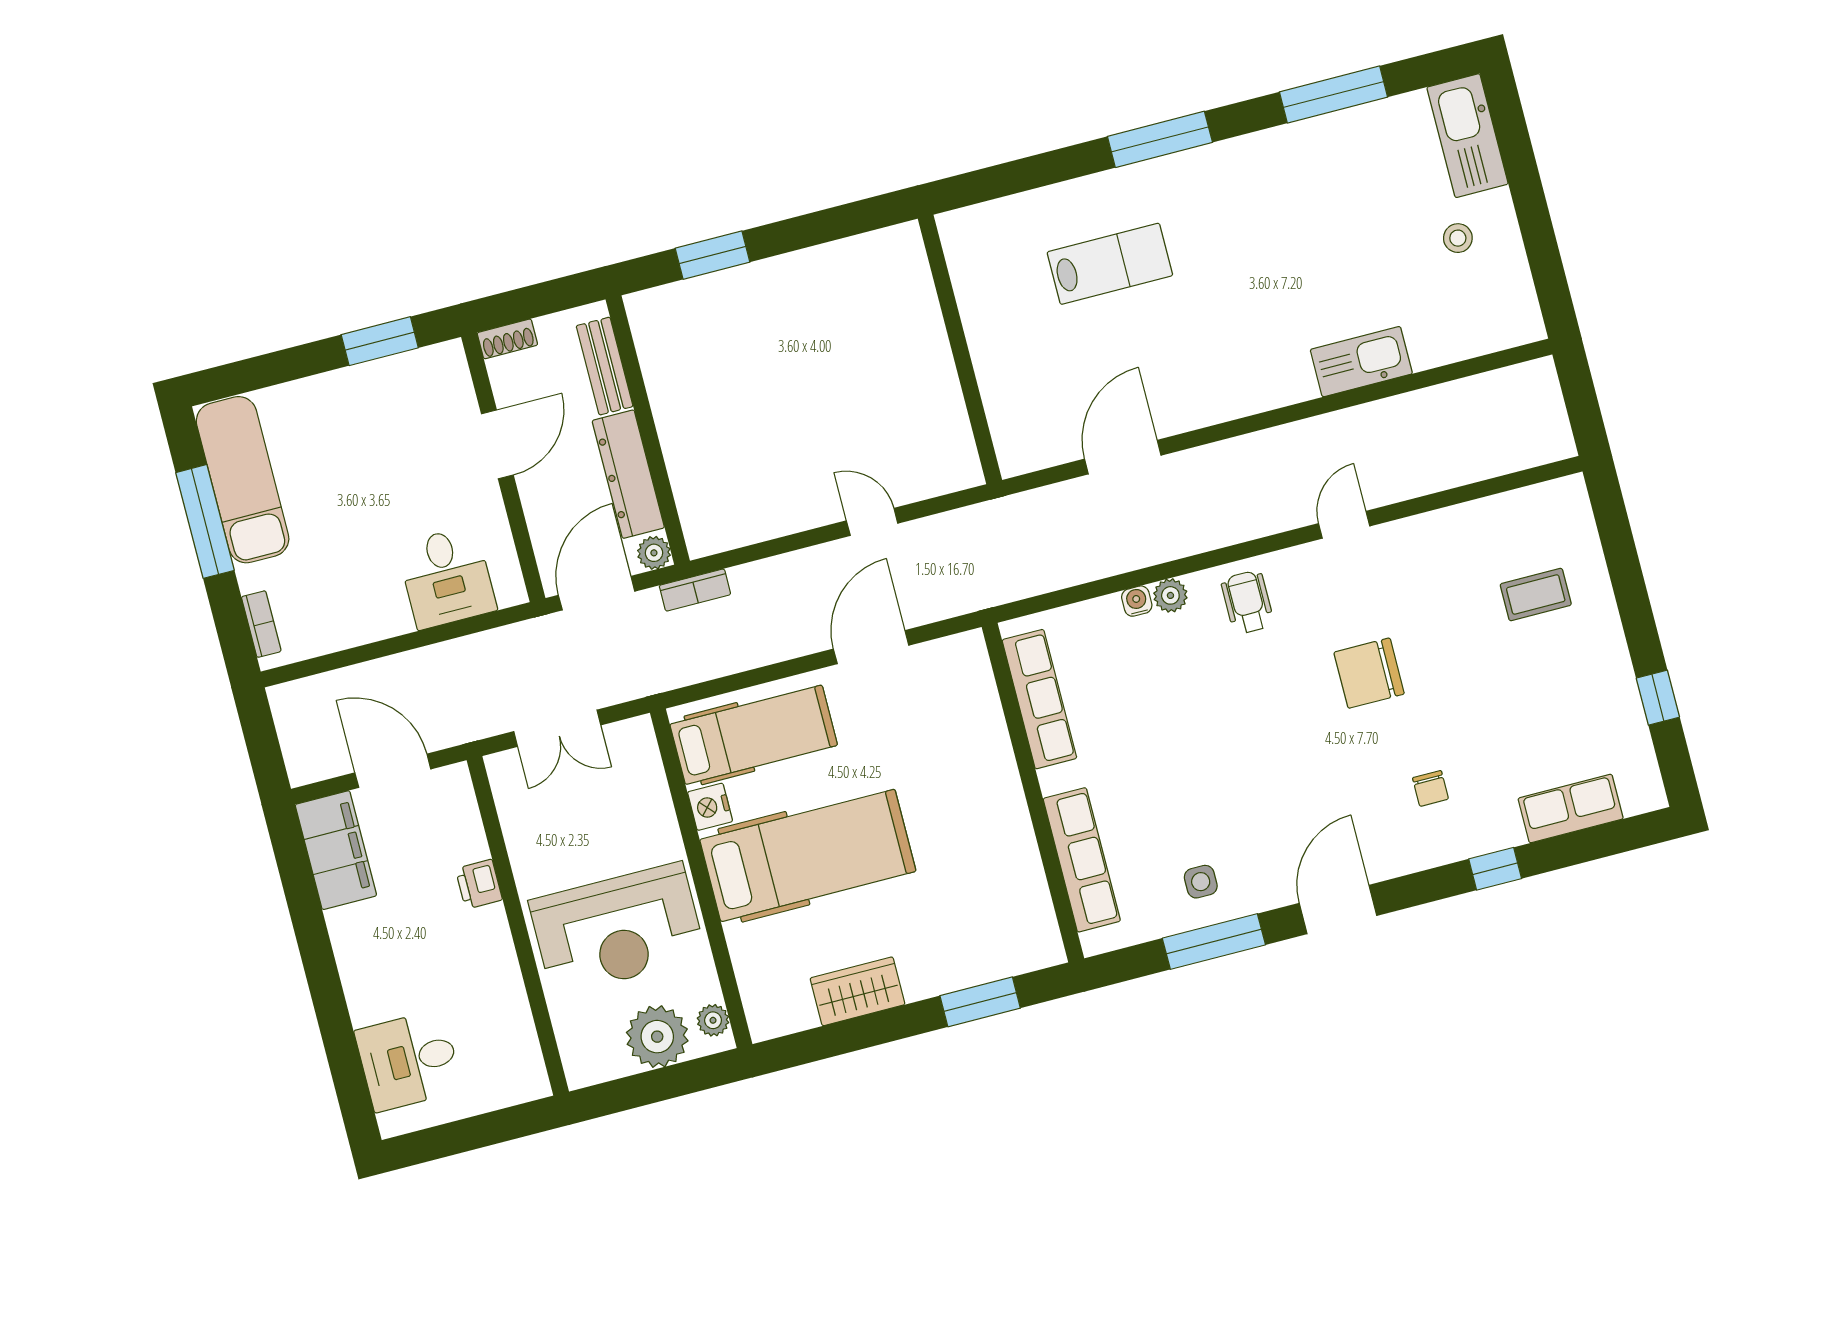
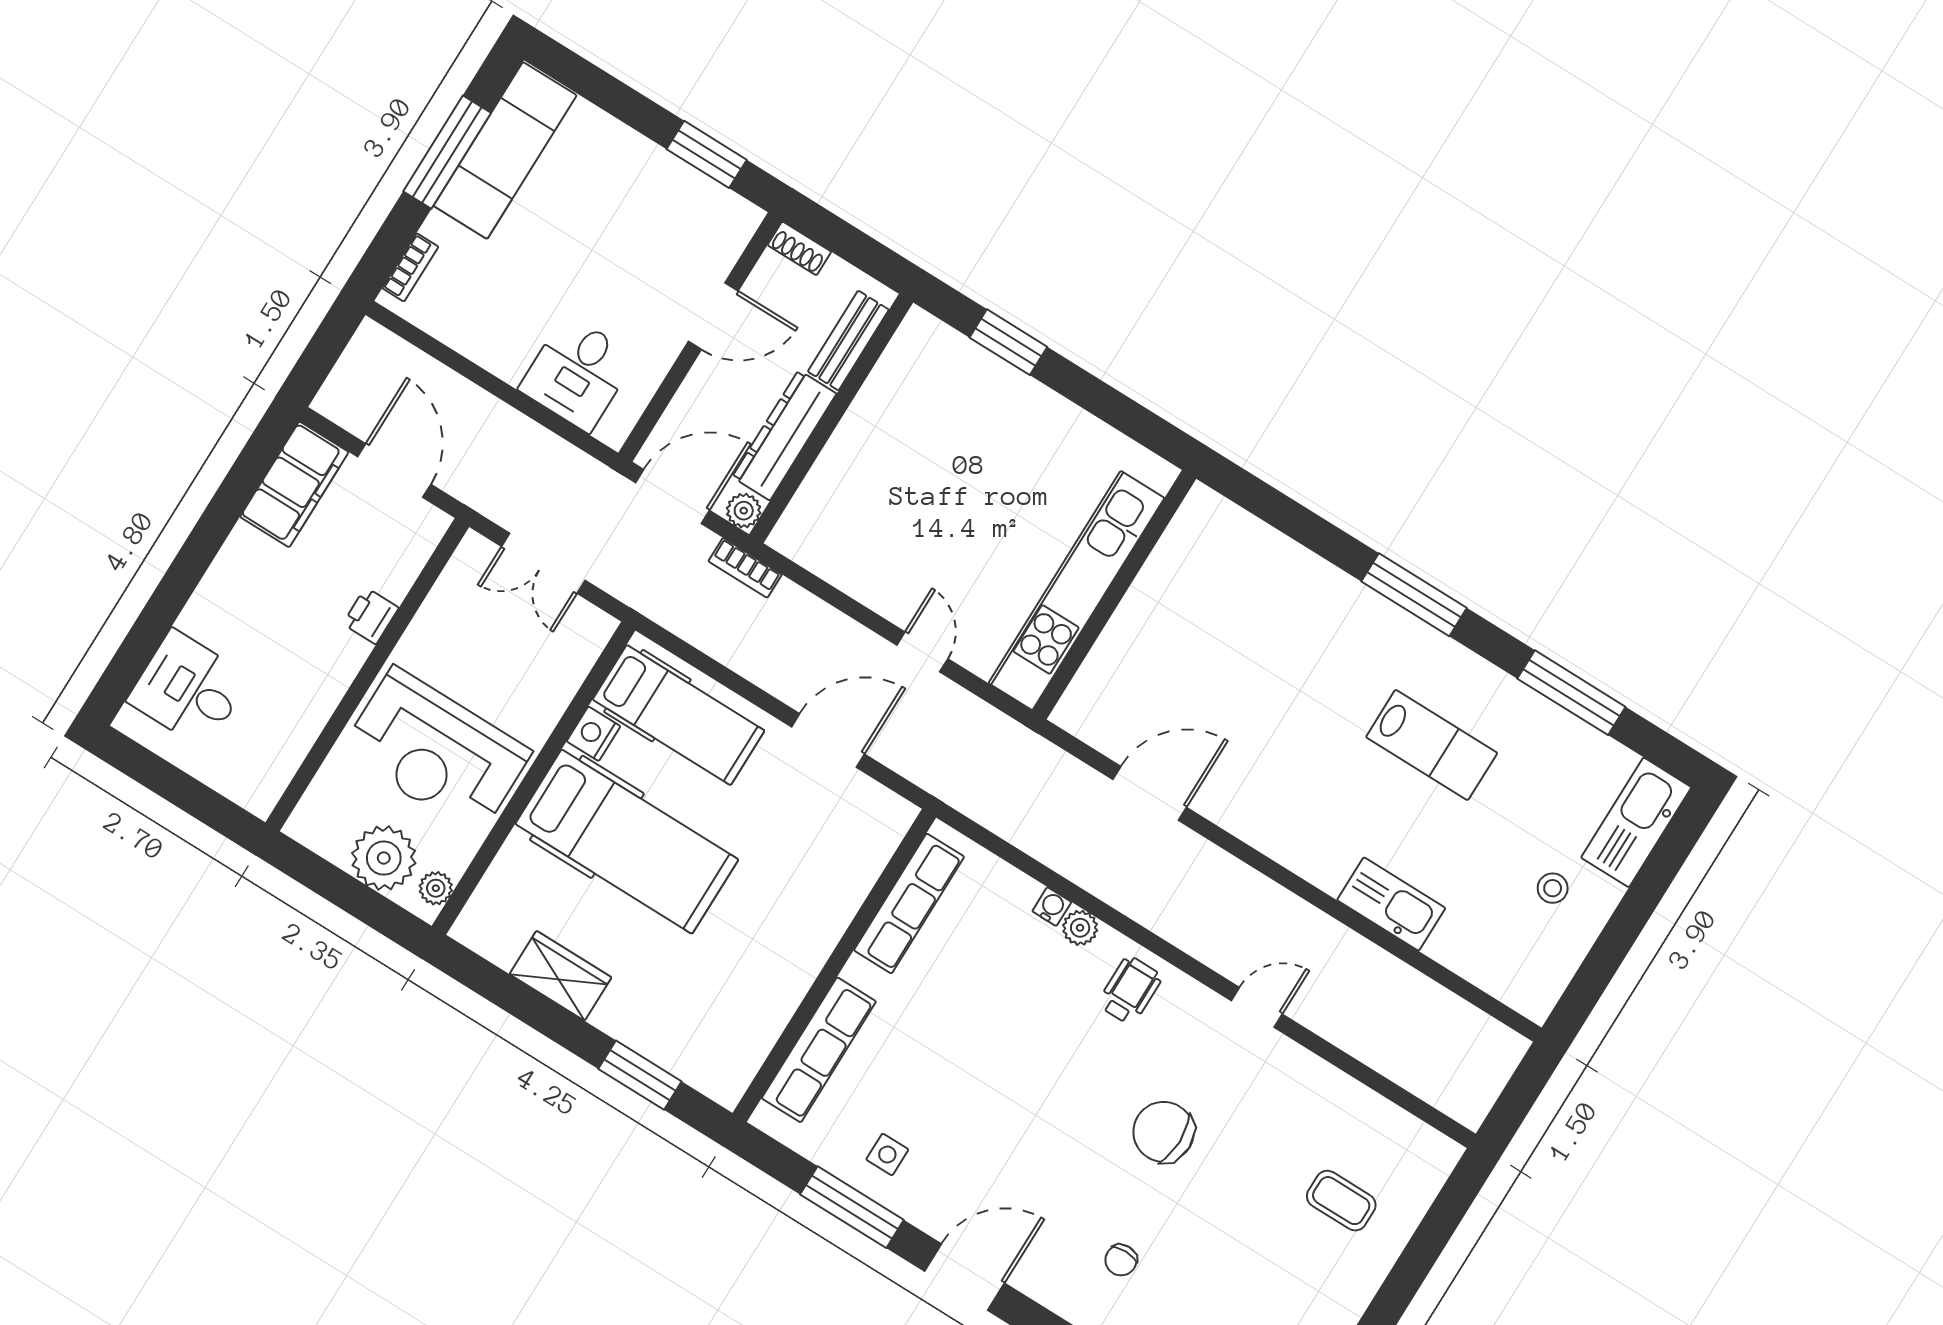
lab bench: (1110, 264) -> (1432, 745), moved
kitchen unit: (932, 373) -> (1076, 591), added

